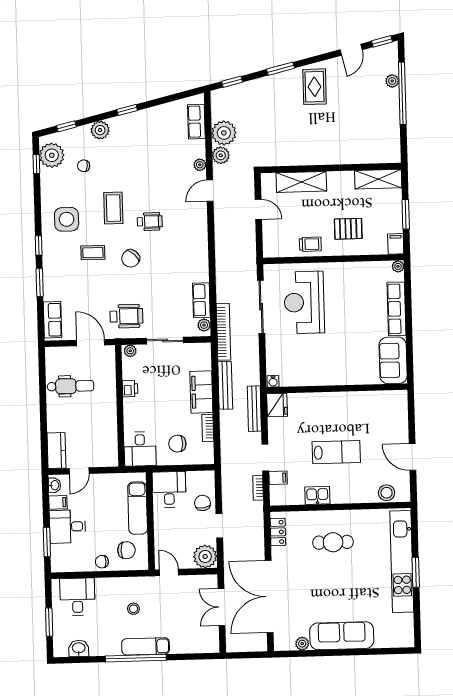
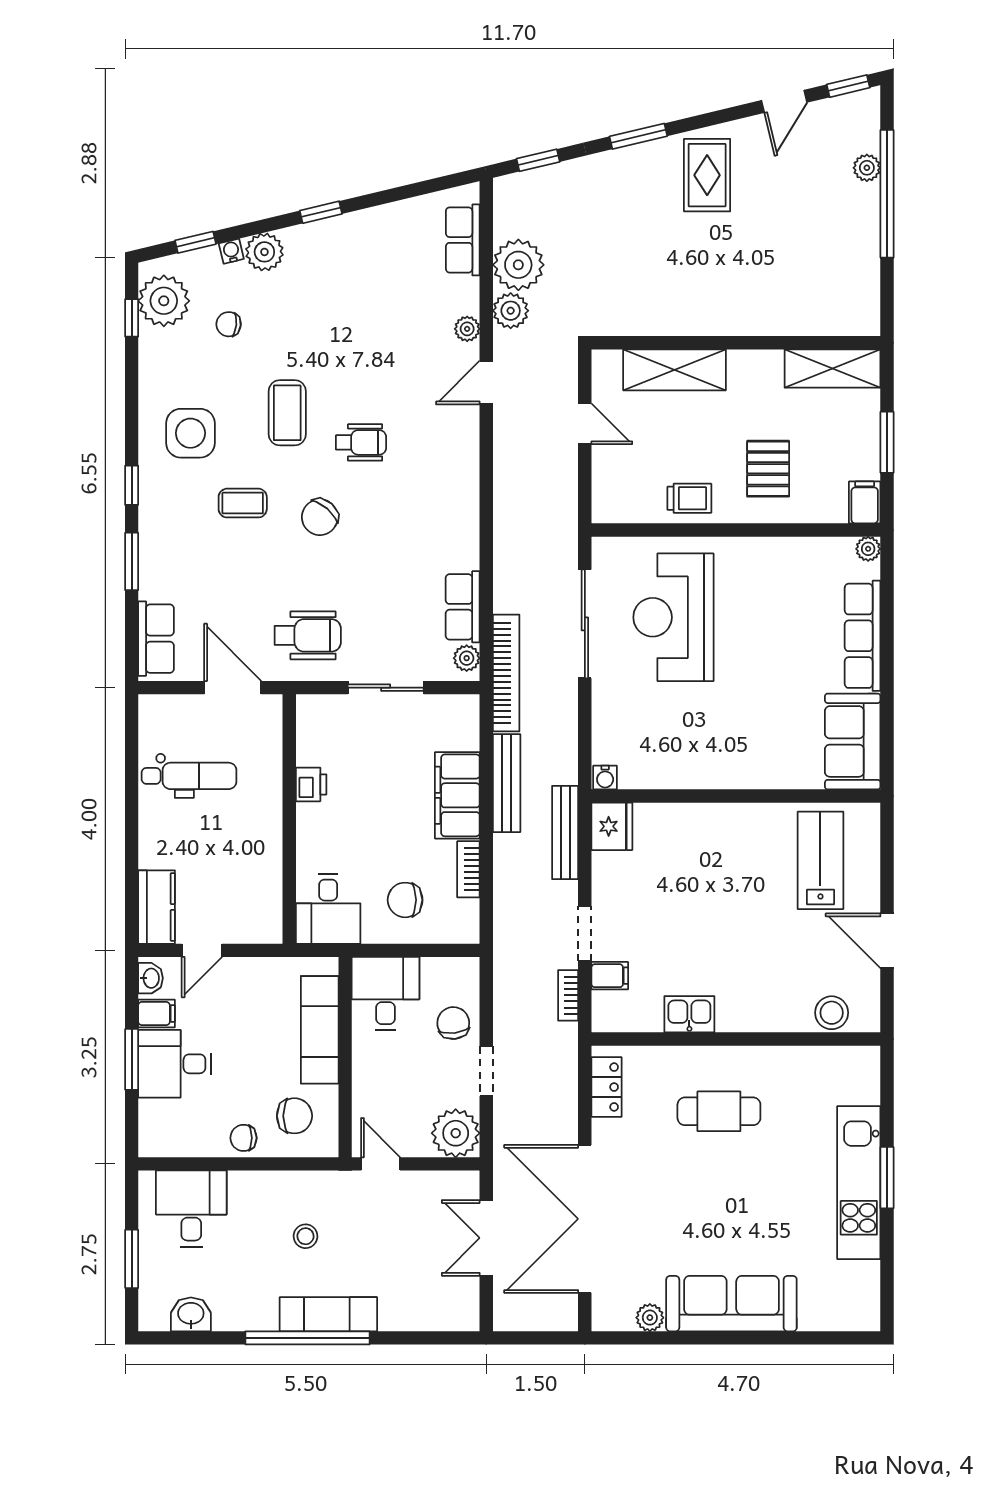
water cooler: (84, 130) -> (231, 251), added
pallet: (348, 229) -> (768, 469), turned 90
plant: (130, 351) -> (314, 707), removed
lab bench: (336, 452) -> (820, 860), moved, turned -90
window: (47, 542) -> (132, 1059), moved
kitchen unit: (402, 562) -> (859, 1183), width x0.73

